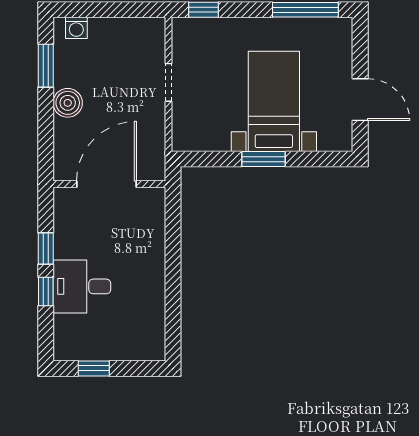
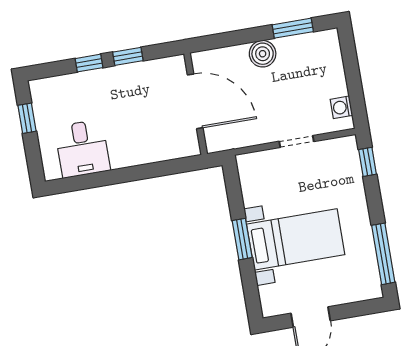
washing machine: (76, 28) -> (341, 107), moved
desk: (82, 286) -> (82, 149), moved, turned 180

